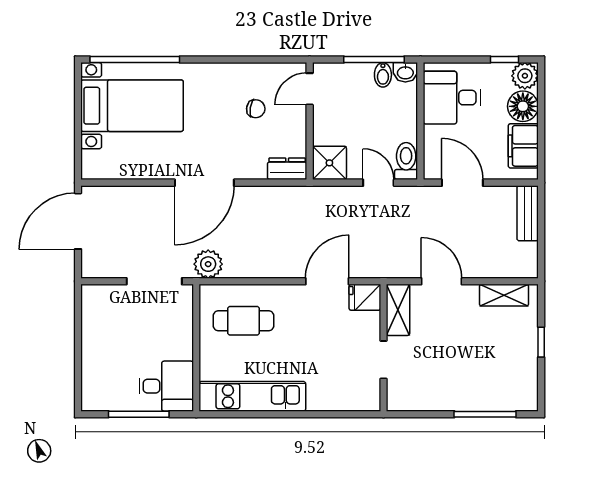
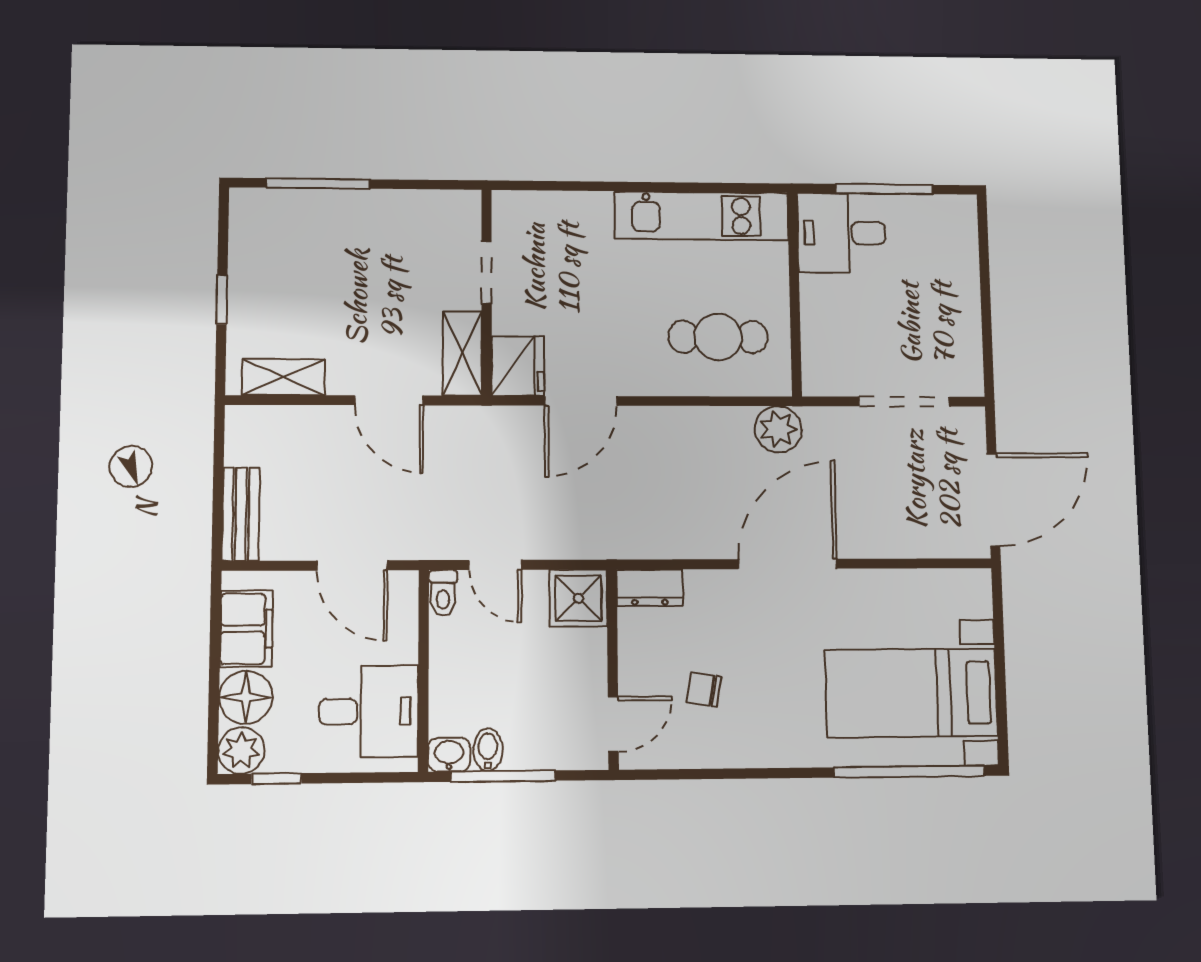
toilet: (406, 161) -> (443, 593), width x0.73, depth x0.72
doorway: (154, 281) -> (904, 402), moved
fridge: (365, 297) -> (518, 366), width x1.38

